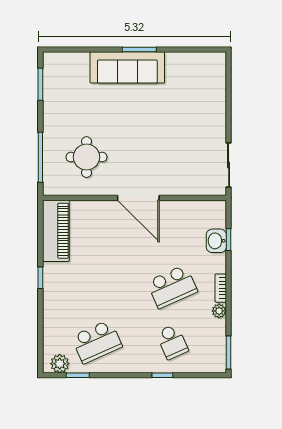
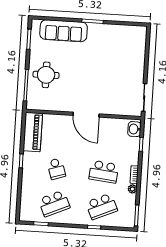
sofa: (127, 67) -> (64, 31), moved
round table: (86, 157) -> (46, 75), moved
washbasin: (216, 241) -> (134, 129), moved
school desk: (97, 287) -> (56, 169), added
school desk: (172, 287) -> (104, 172), turned 30
school desk: (172, 342) -> (102, 206), width x1.85
plant: (60, 364) -> (30, 216), removed

